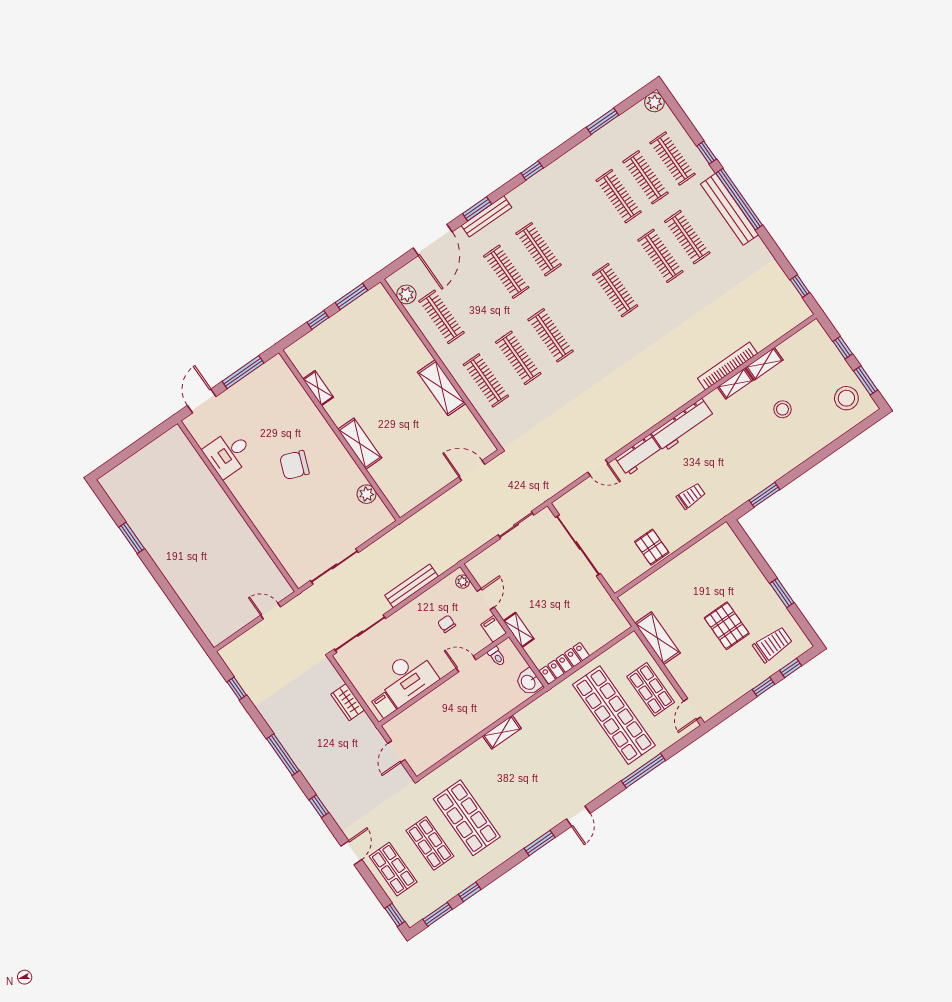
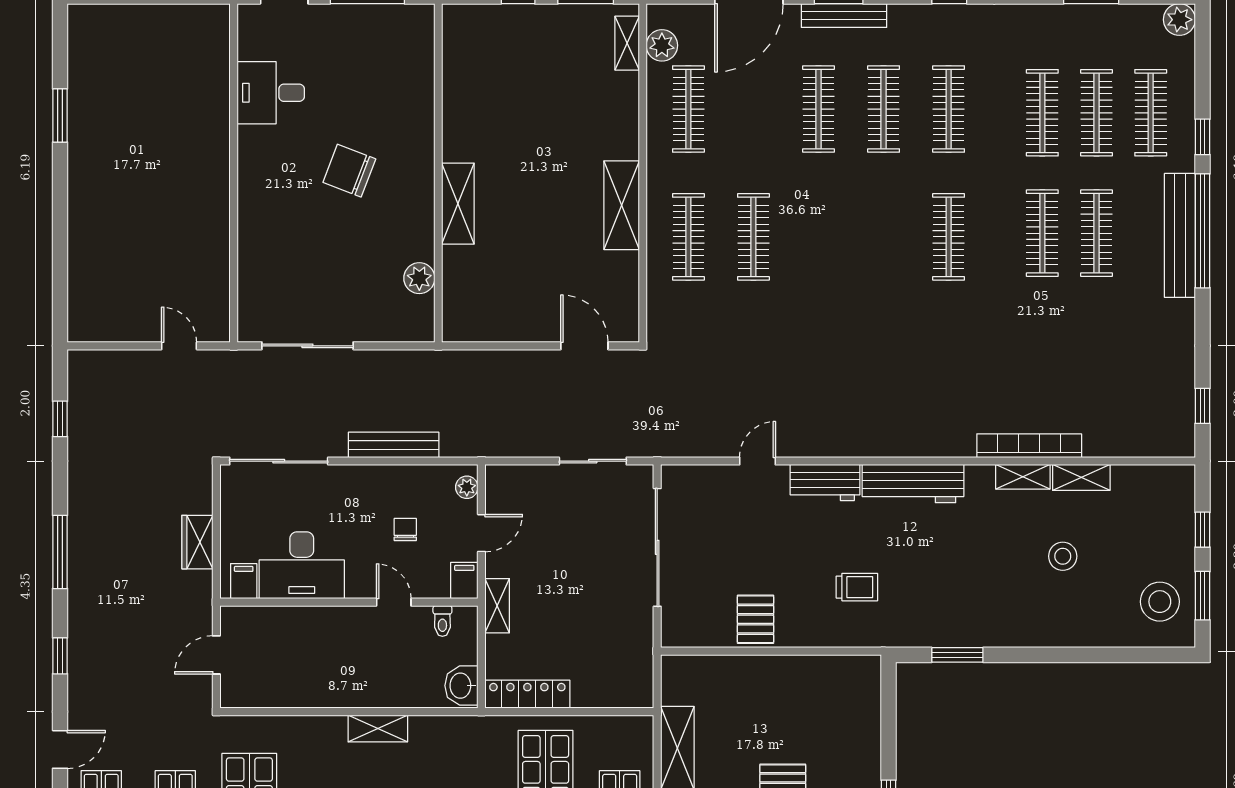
clothes rail: (550, 335) -> (949, 109), moved
shelving: (318, 388) -> (627, 43), moved
door: (598, 468) -> (758, 461), swing flipped

